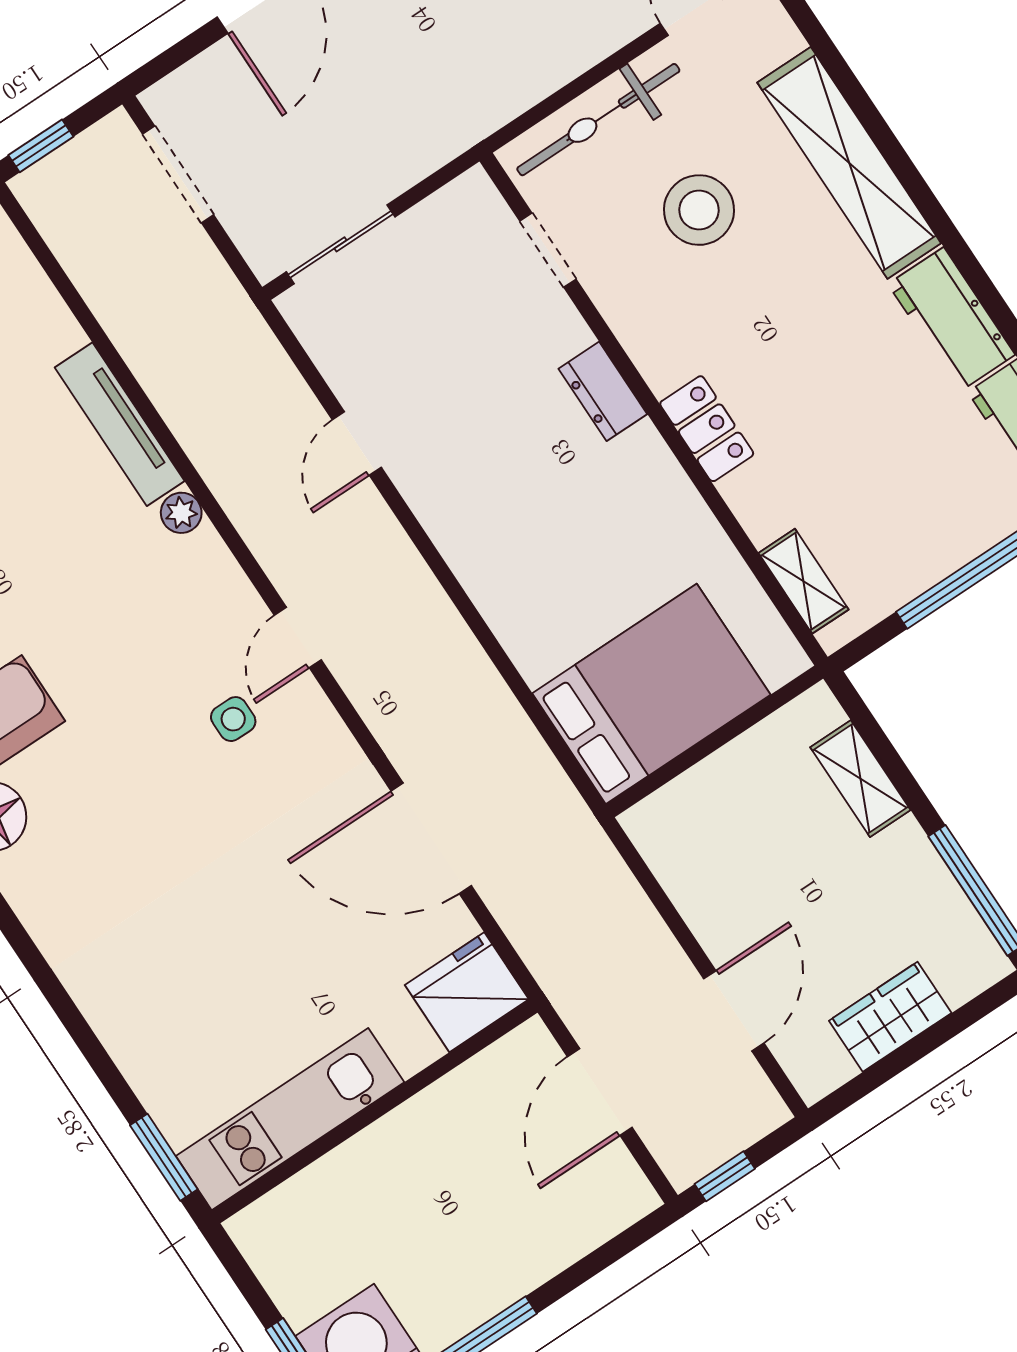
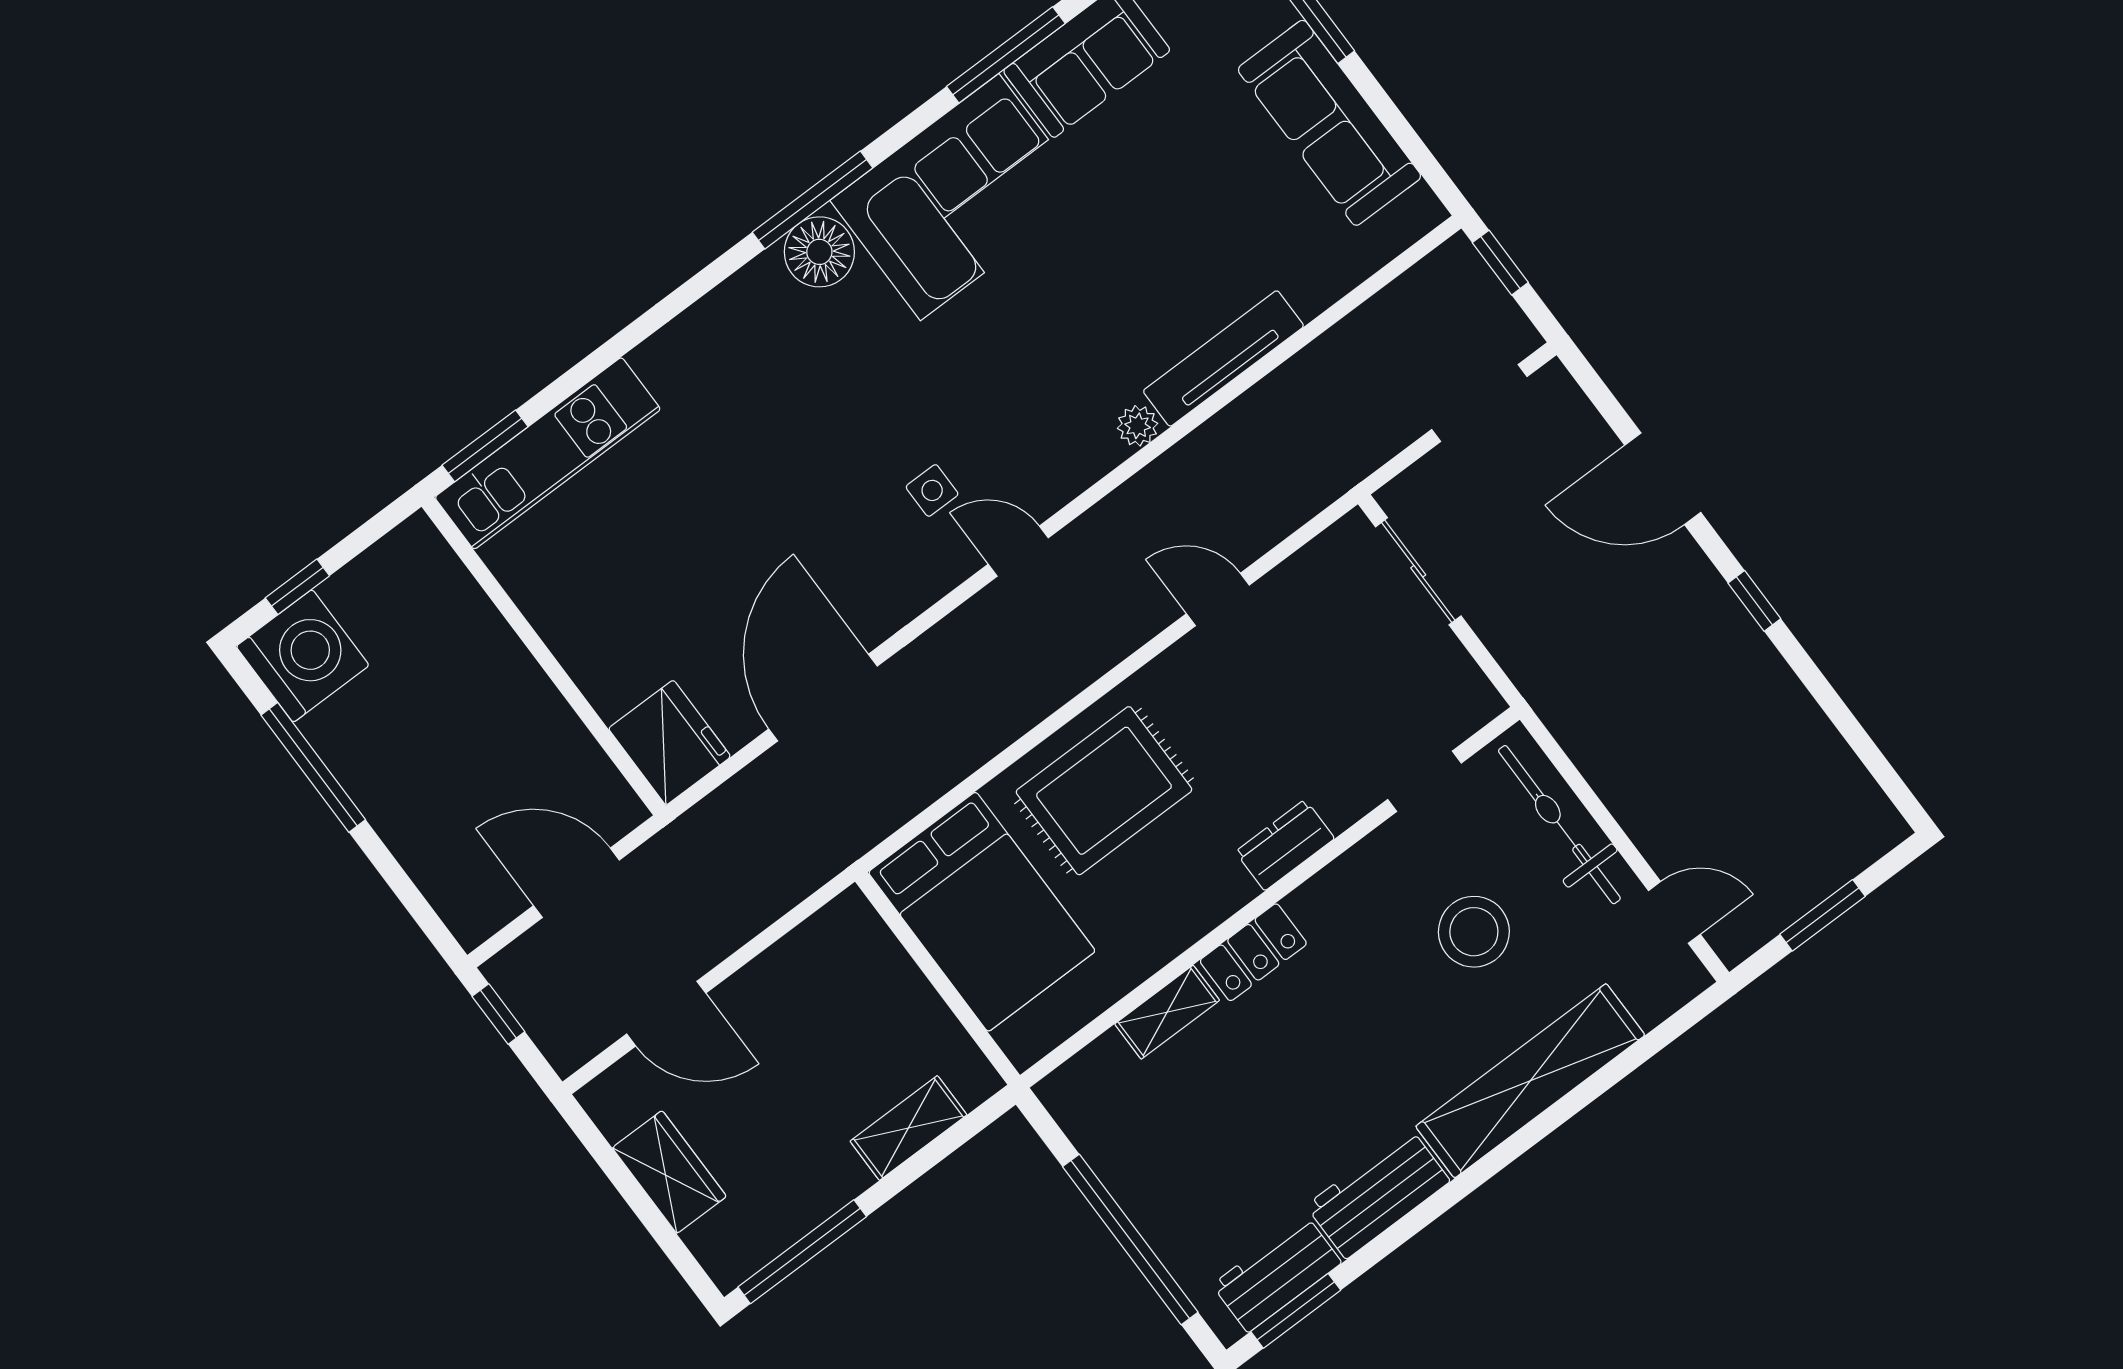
rug: (539, 567) -> (1104, 791), added
shelving: (803, 581) -> (1167, 1012), moved
kitchen unit: (290, 1119) -> (548, 453), moved, turned 90

